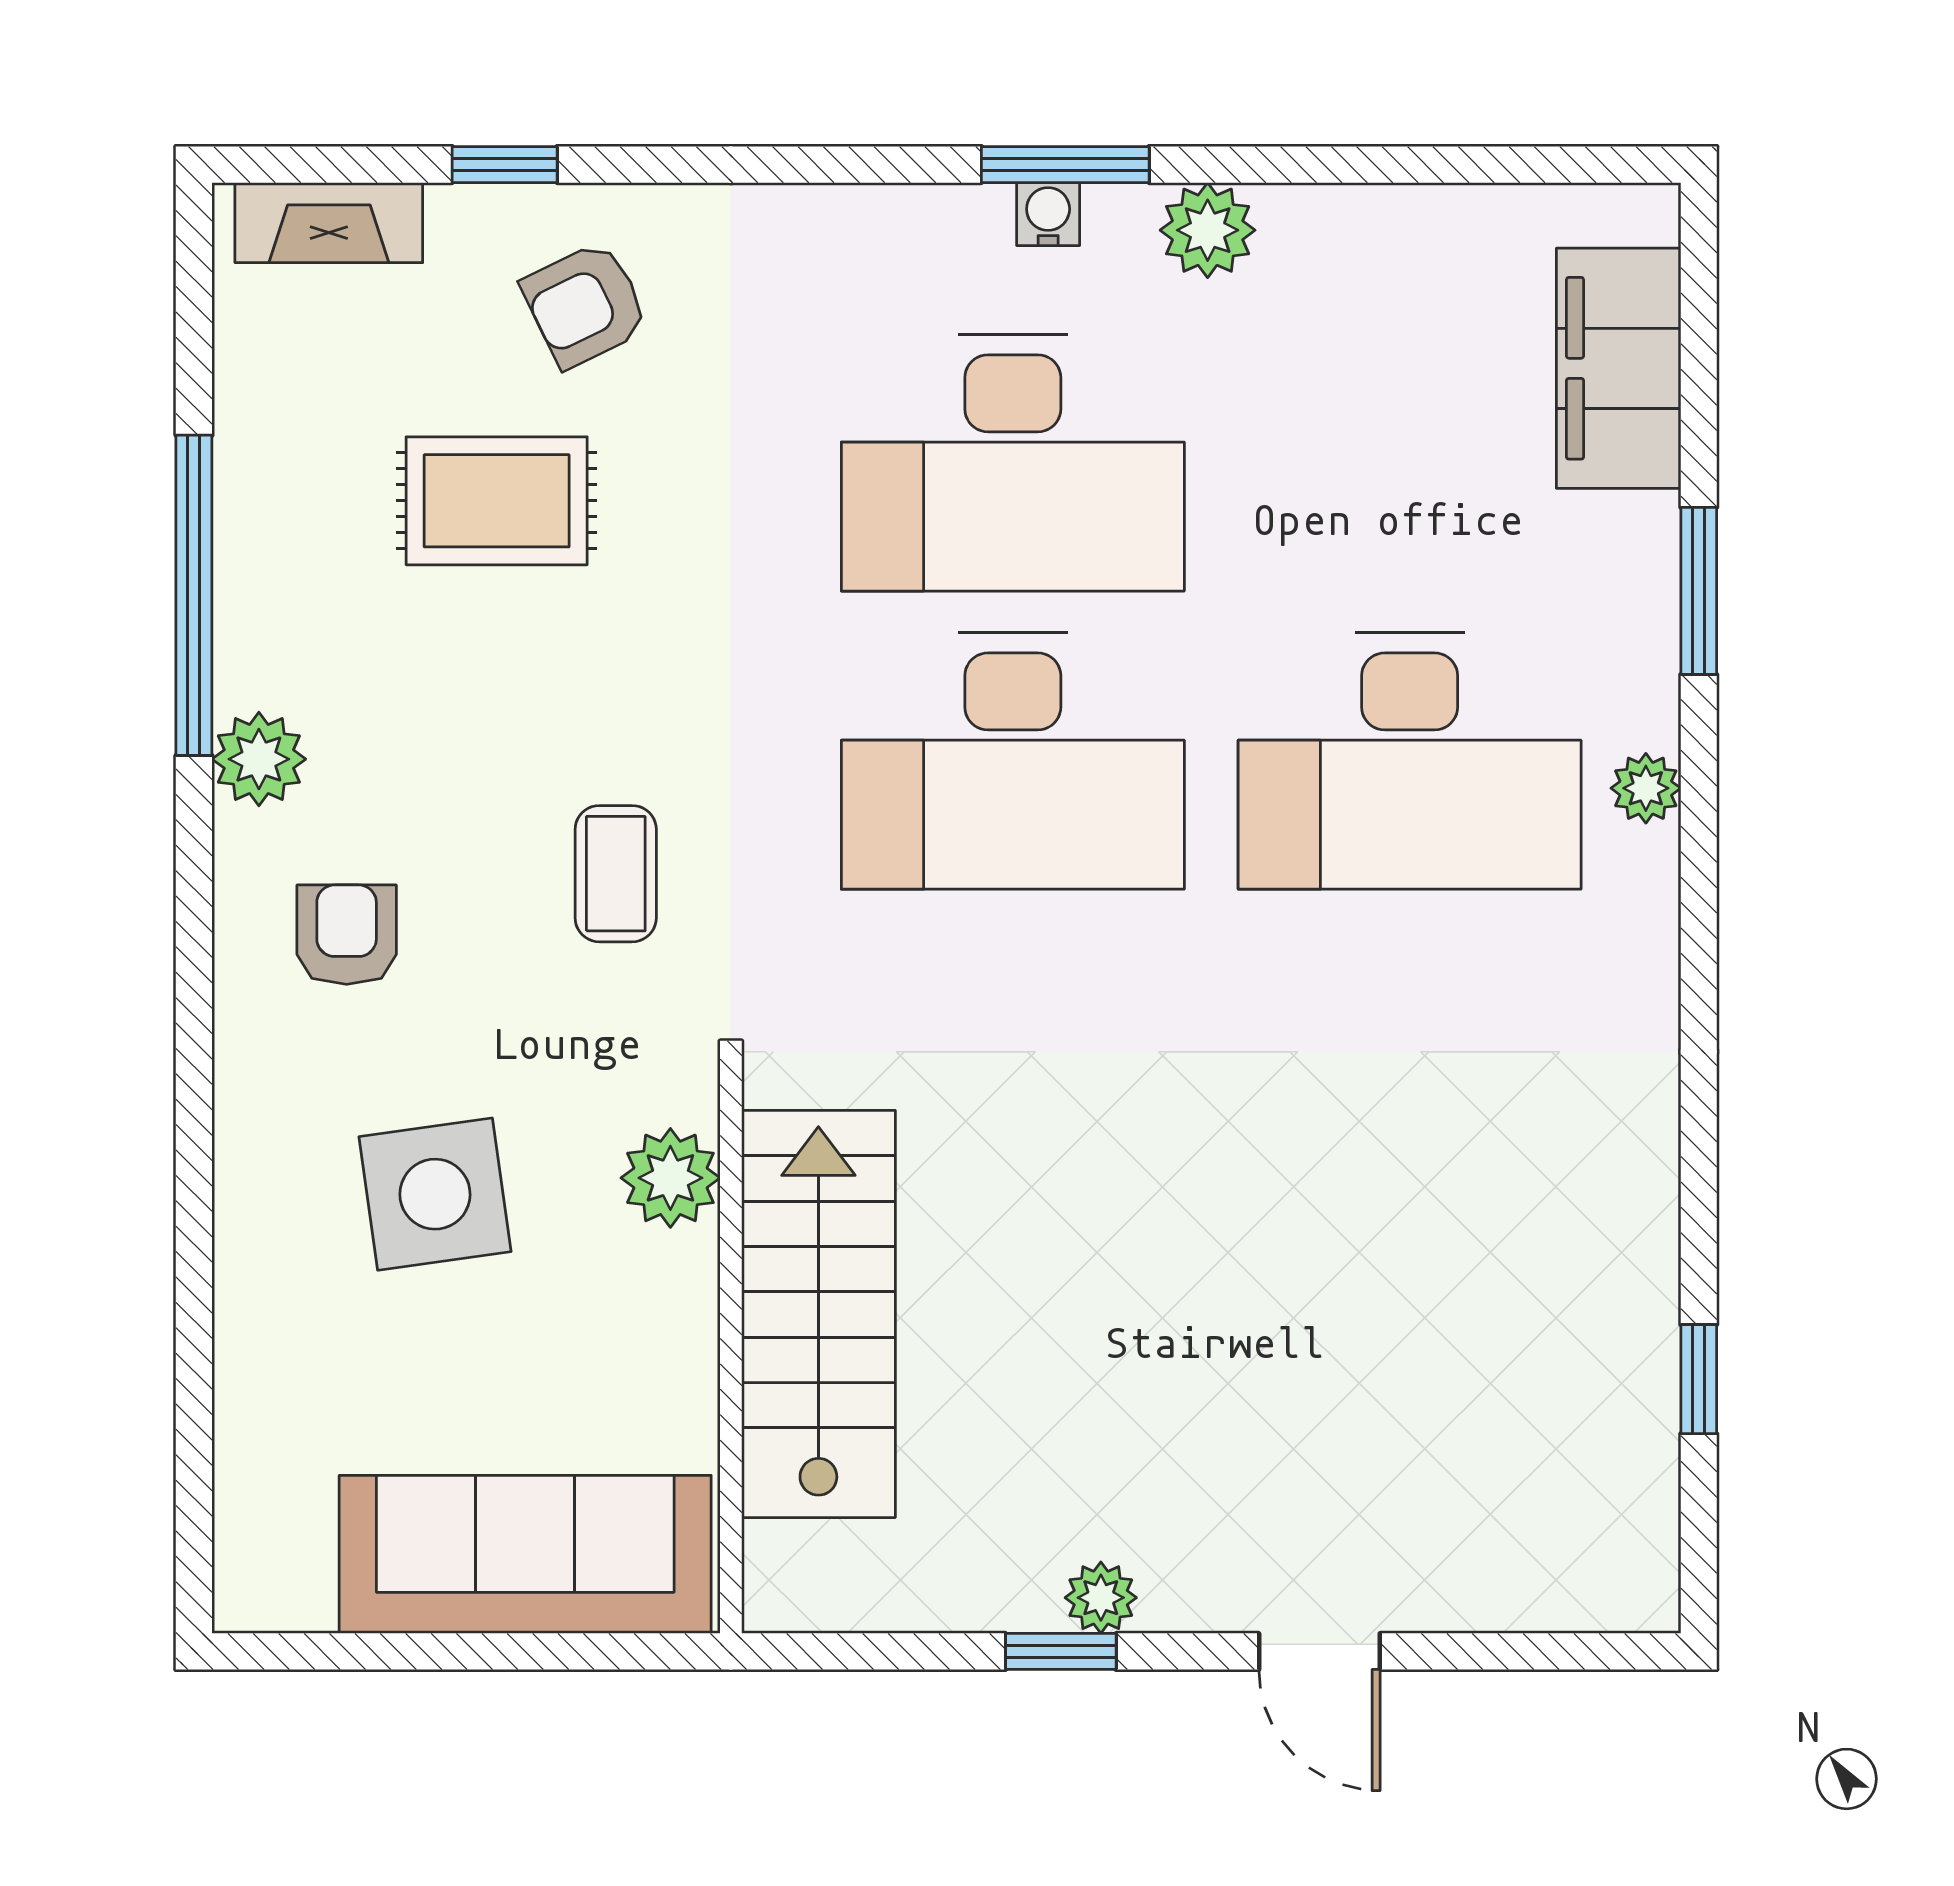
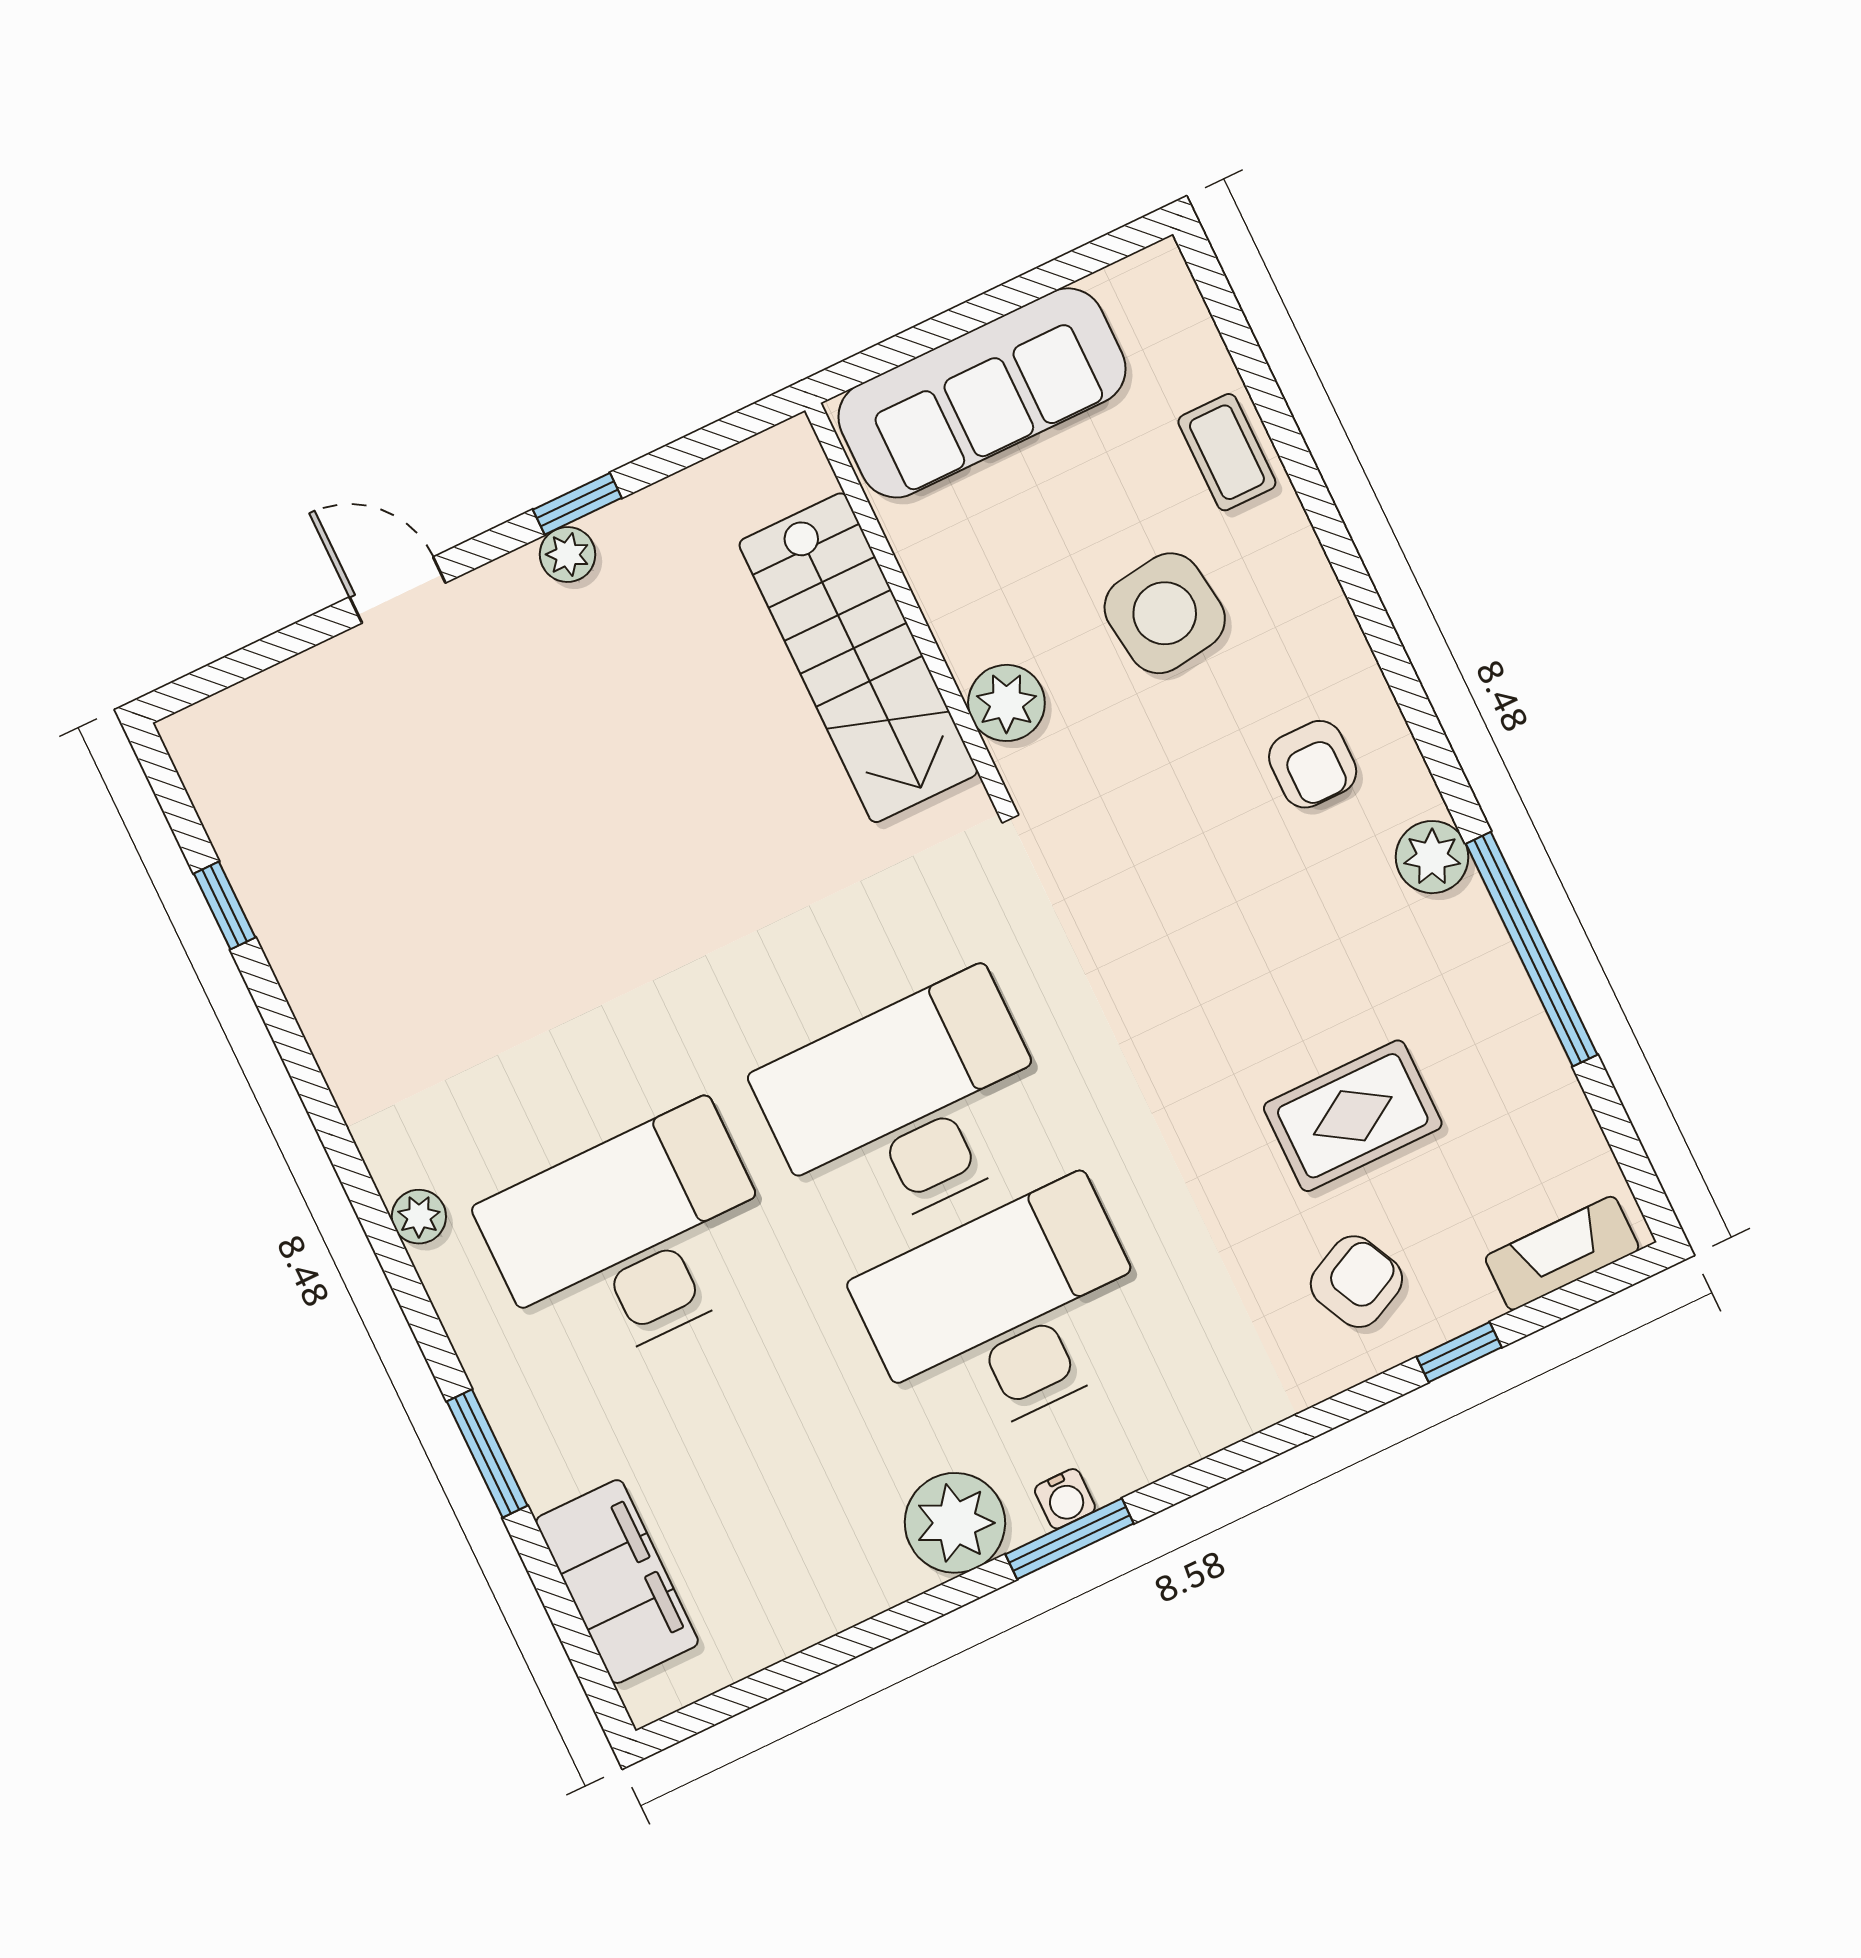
plant: (1208, 230) -> (955, 1523), width x1.36, depth x1.36
plant: (1646, 788) -> (419, 1217), moved
coffee table: (616, 874) -> (1227, 452), moved

